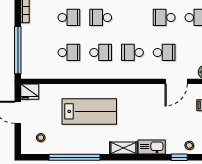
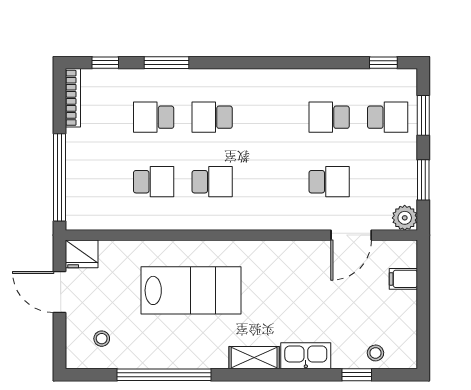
school desk: (69, 17) -> (154, 117), turned 180
school desk: (132, 52) -> (271, 182), removed

